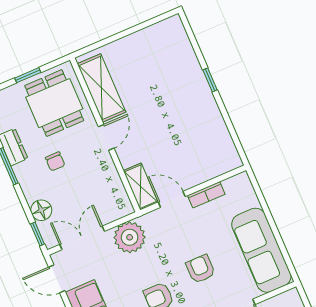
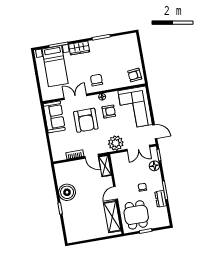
boiler: (204, 115) -> (67, 192), added
sofa: (261, 250) -> (54, 117), width x0.73
armchair: (201, 269) -> (86, 120), width x1.88, depth x1.88

